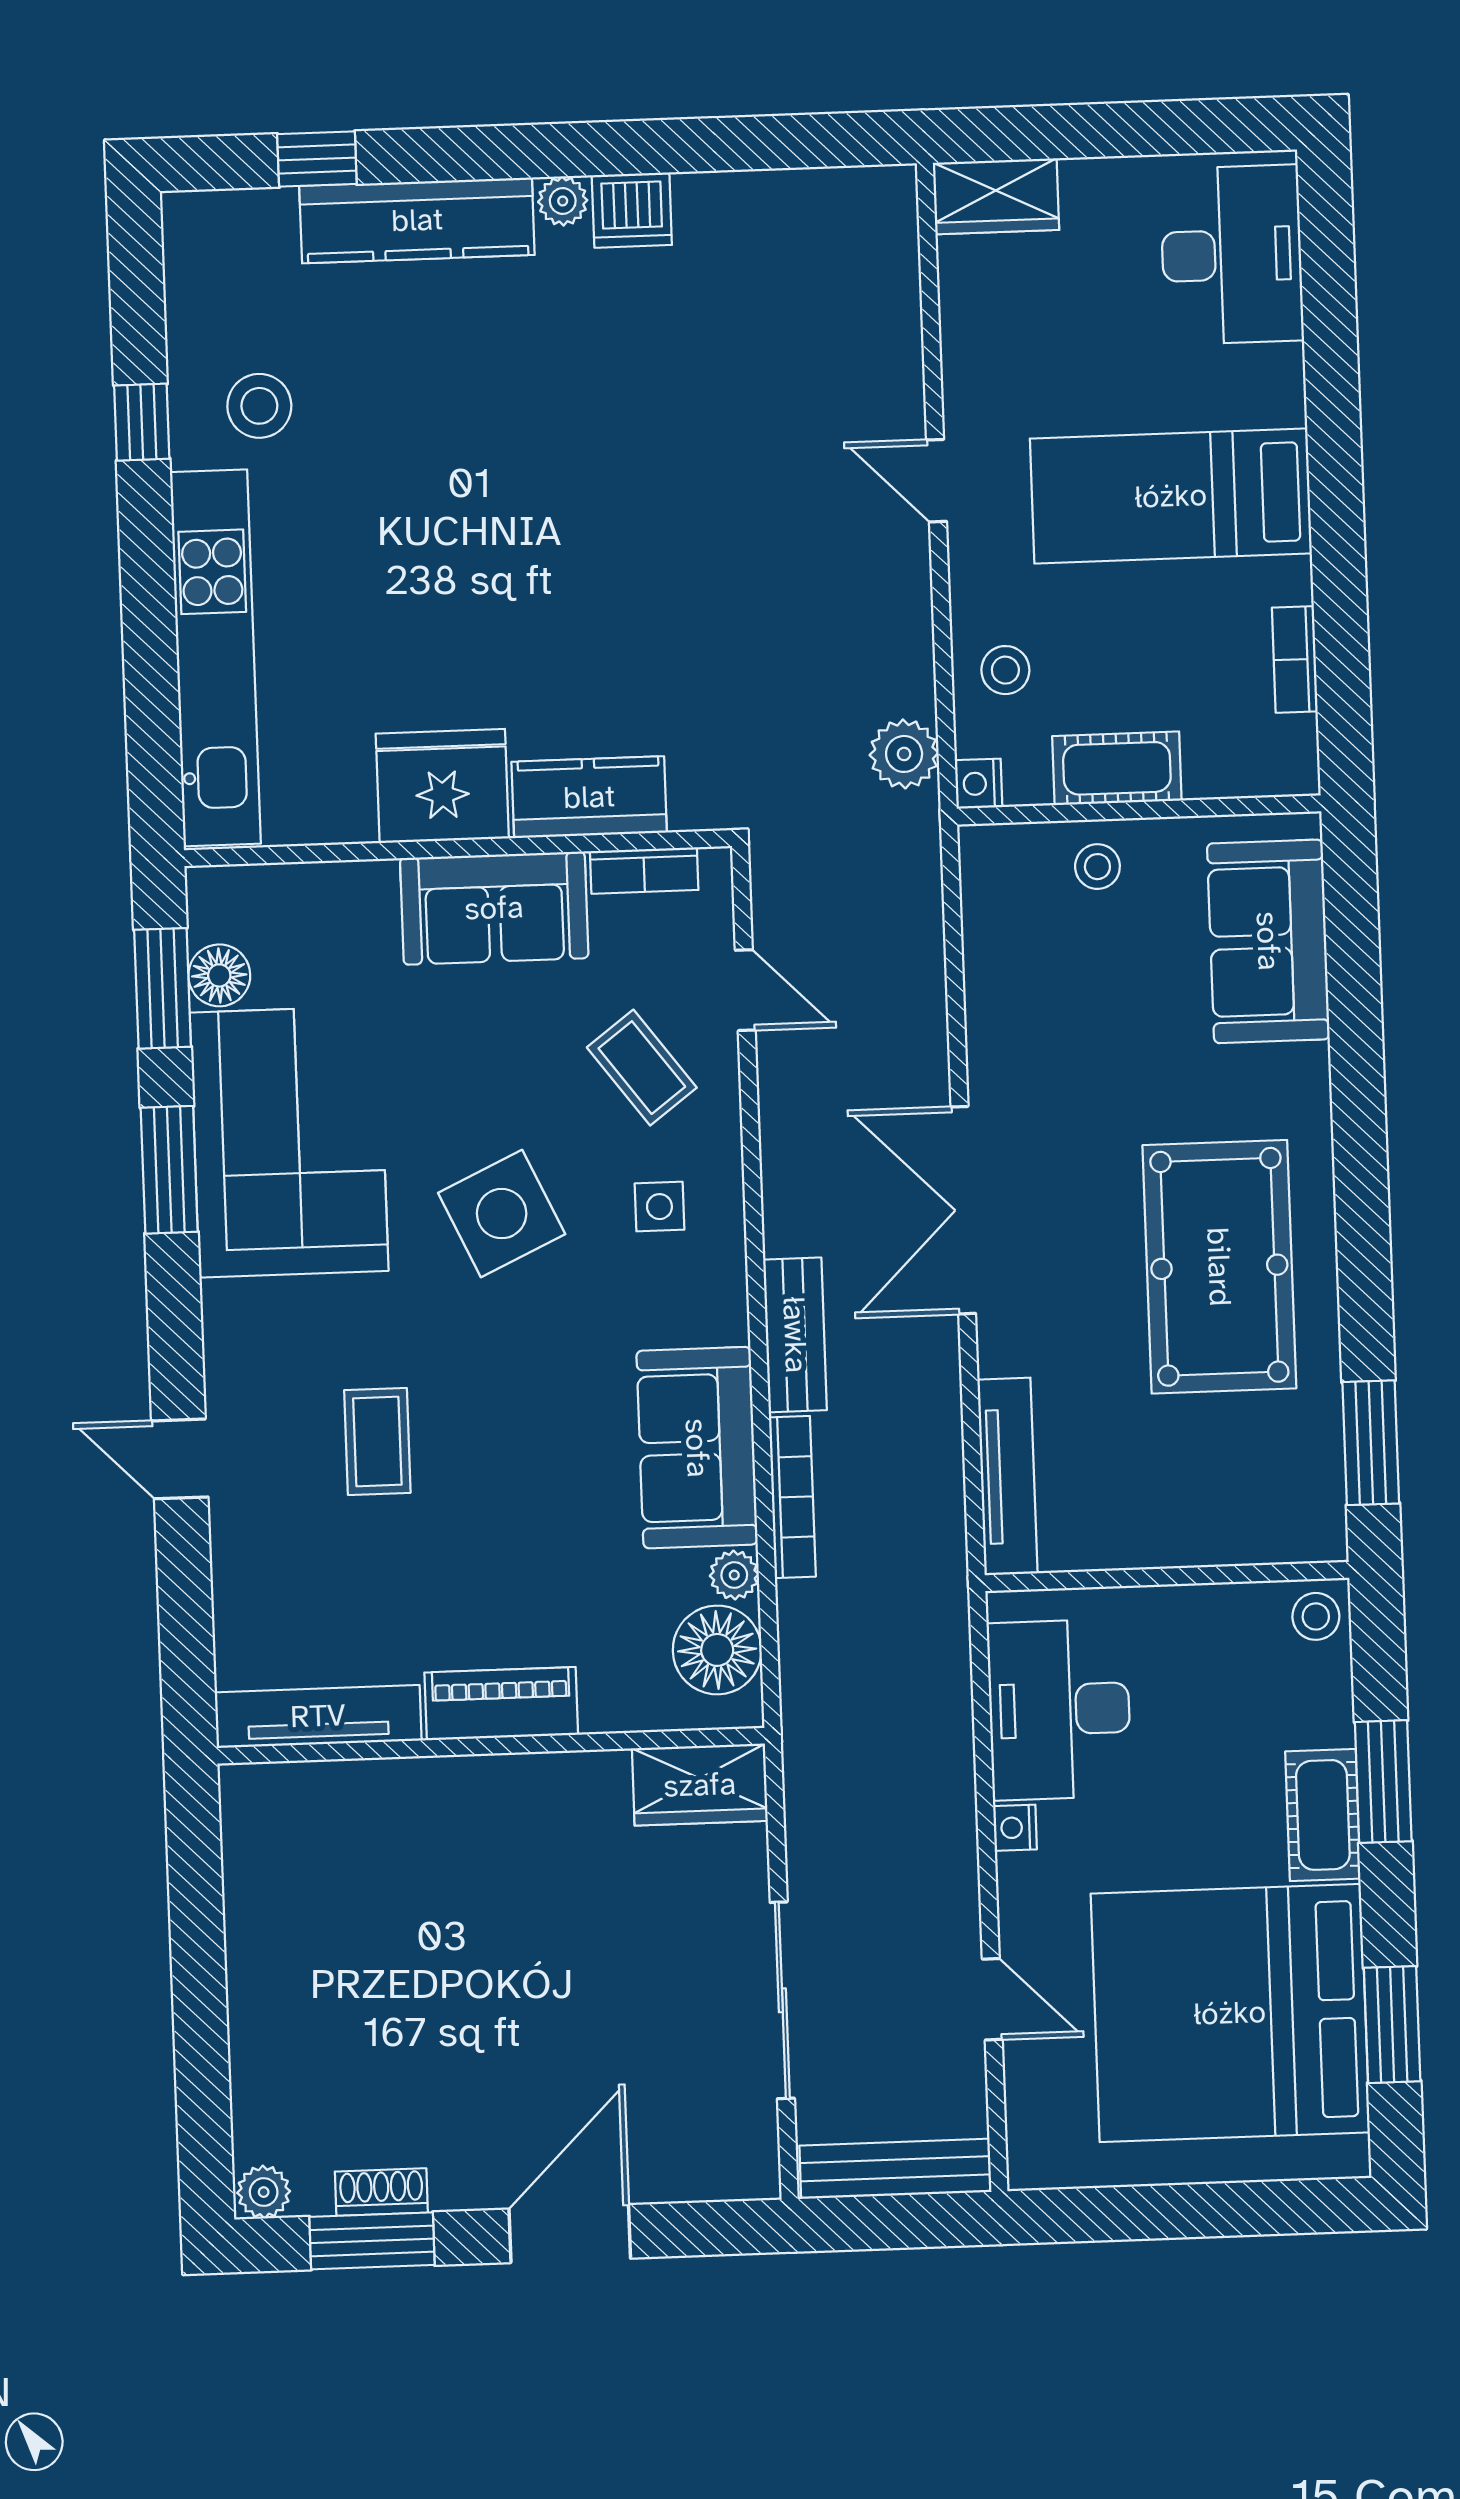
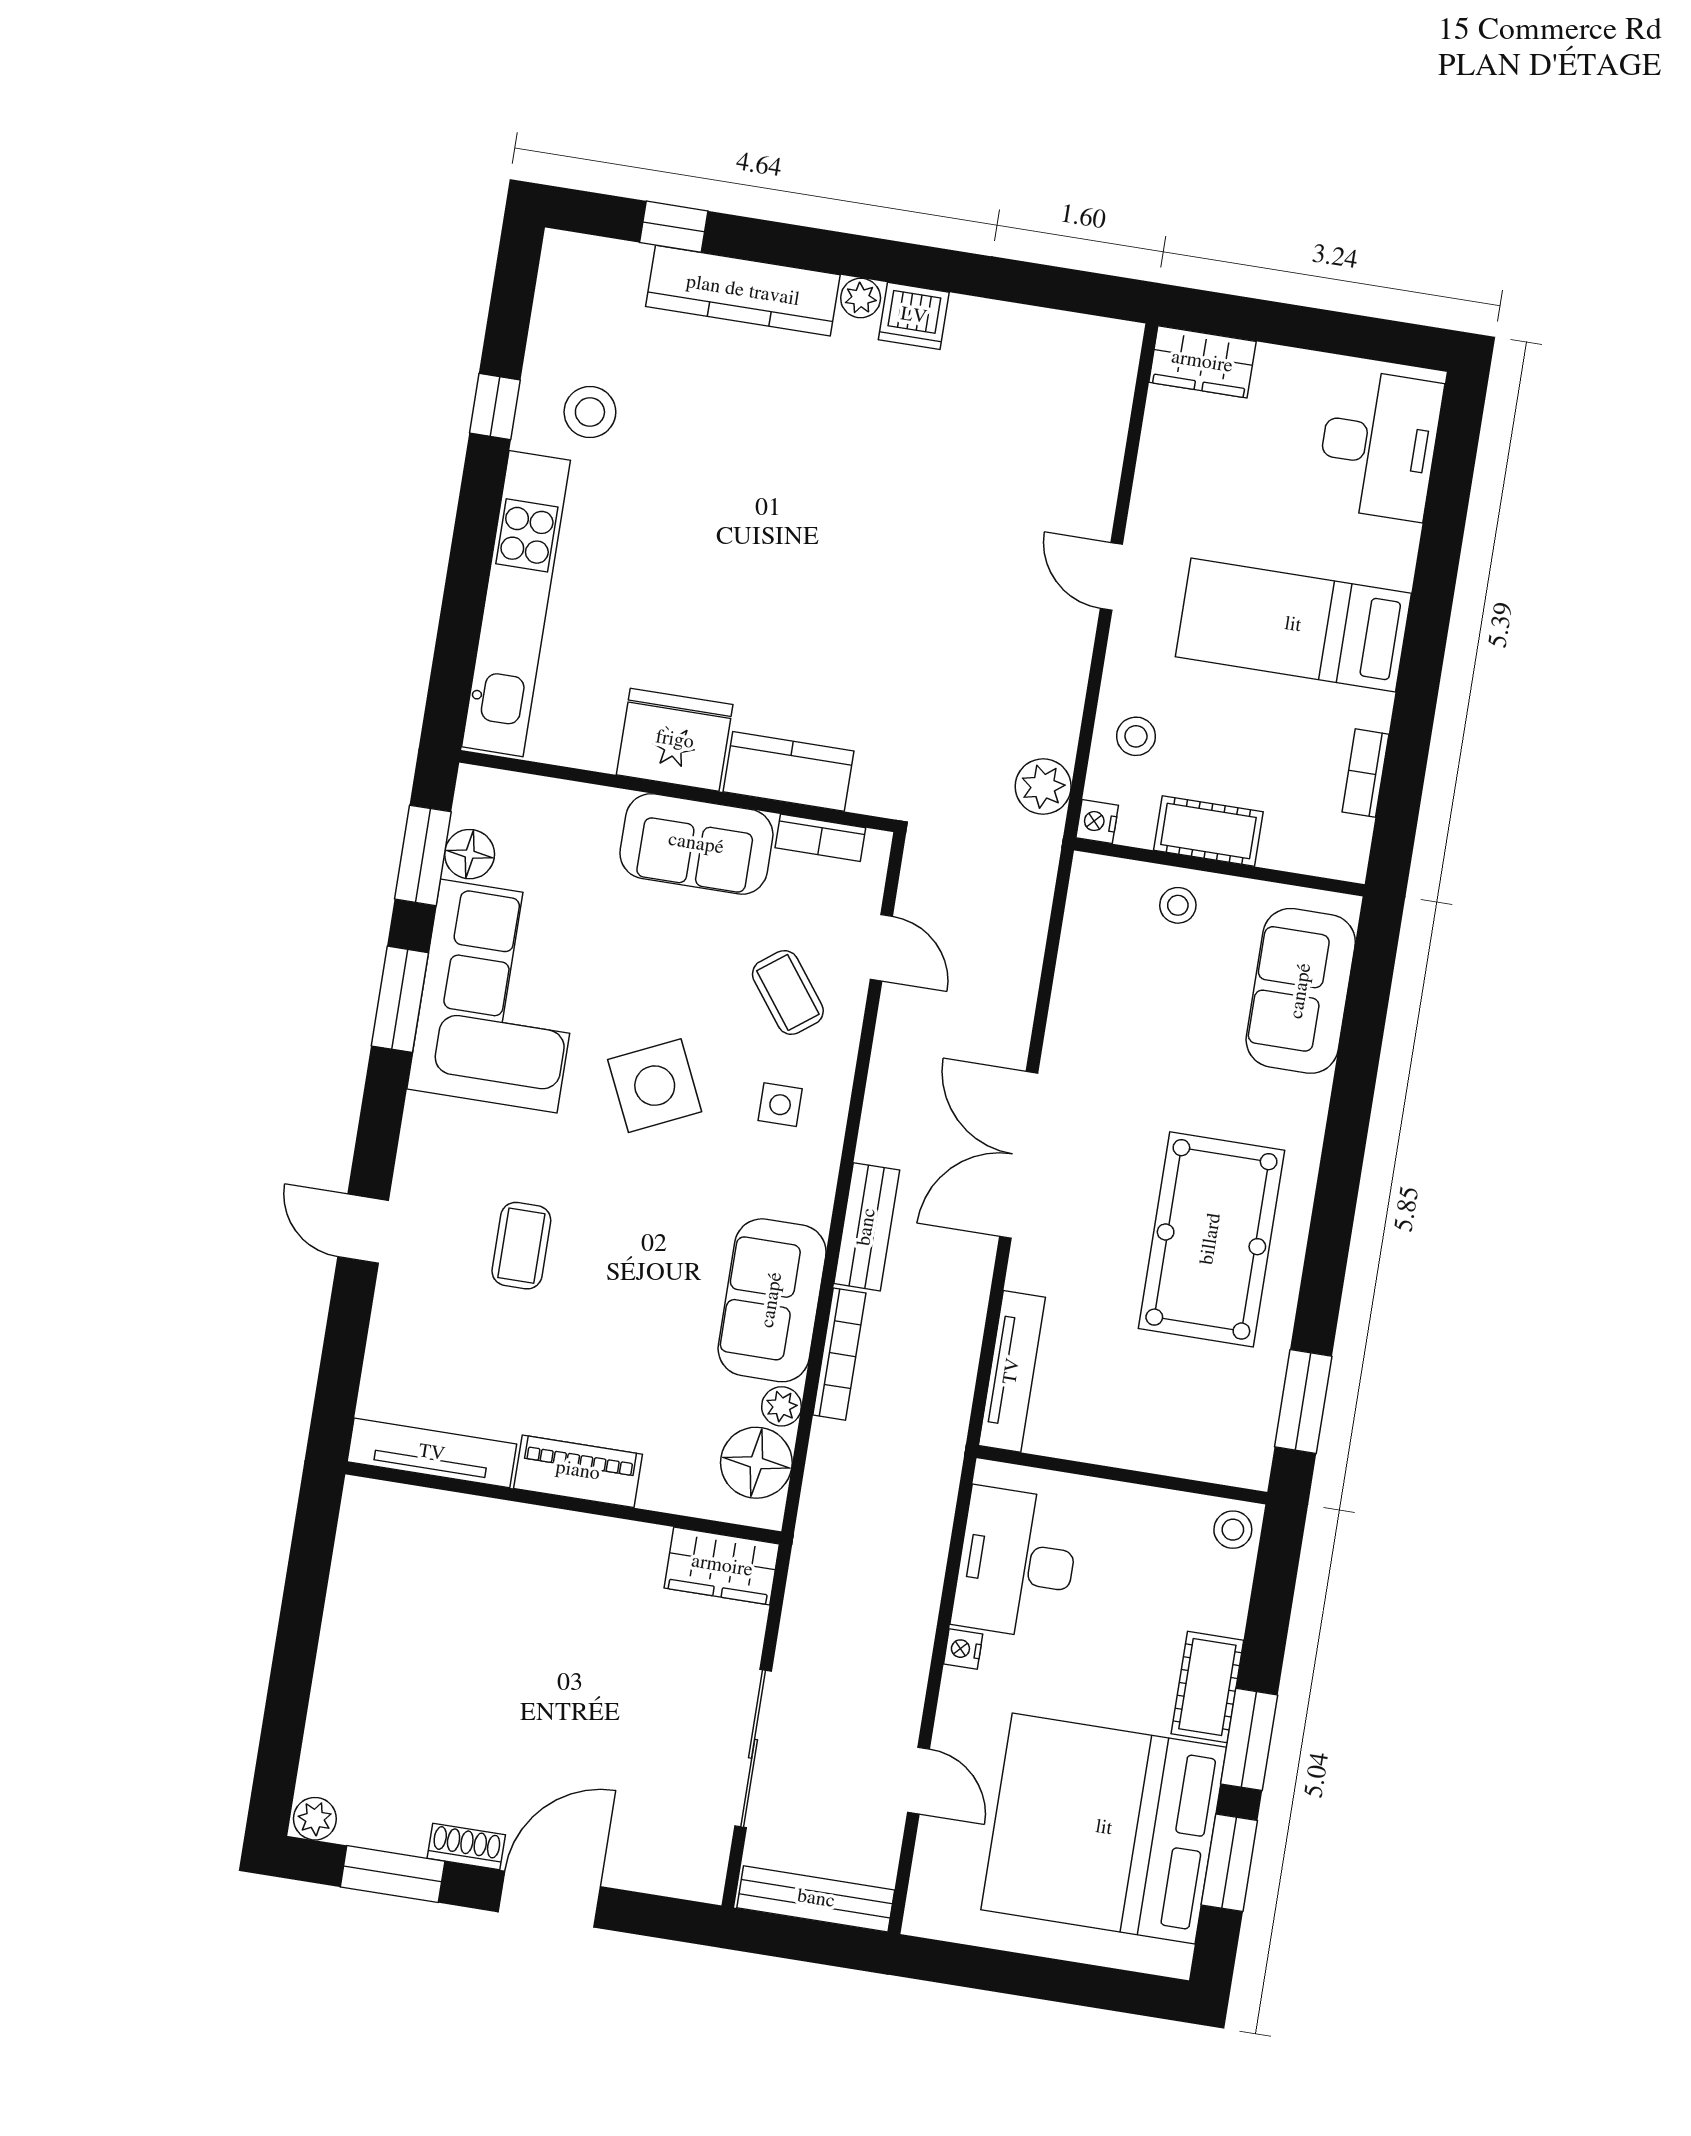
window: (1383, 1782) -> (1249, 1739), moved
shoe rack: (381, 2192) -> (466, 1846), moved

